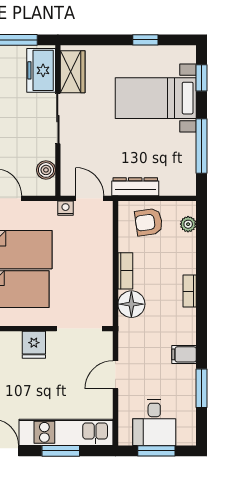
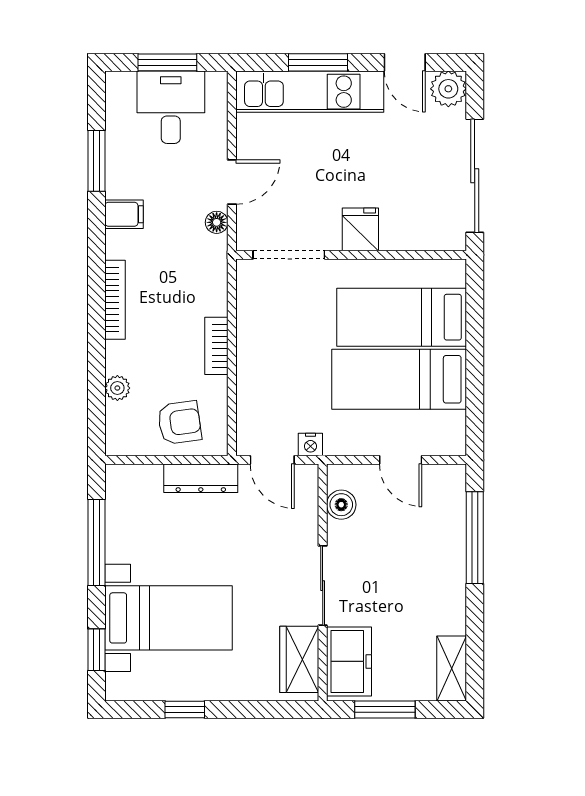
plant: (188, 224) -> (117, 388), moved
bookcase: (190, 291) -> (115, 300), width x1.56
floor lamp: (131, 304) -> (217, 222), moved, width x0.53, depth x0.53

